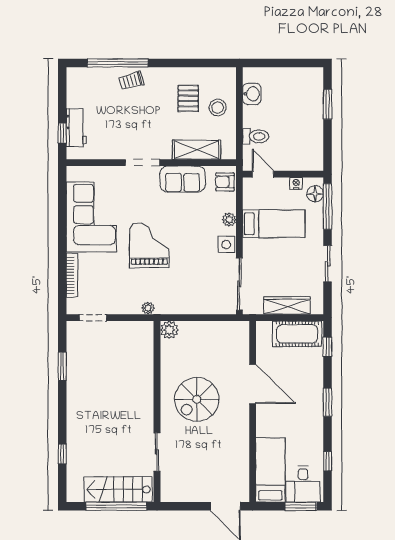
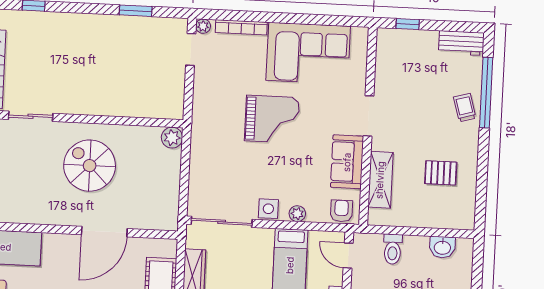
stool: (218, 107) -> (428, 207), removed
workbench: (76, 128) -> (461, 43), moved
door: (263, 174) -> (348, 256), swing flipped
plant: (148, 308) -> (203, 26), moved

